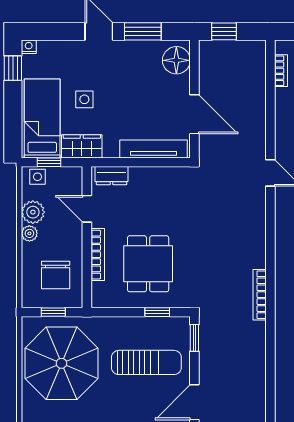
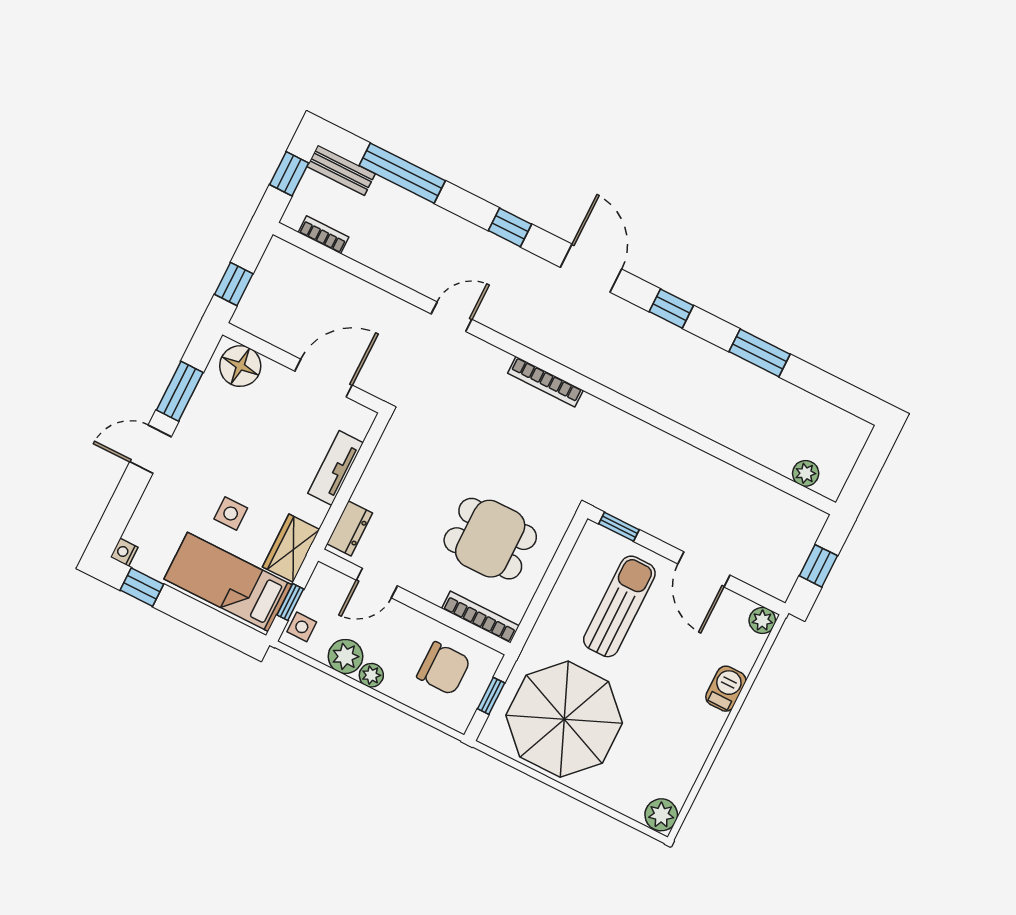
tv unit: (154, 149) -> (336, 468), width x0.71
bookcase: (98, 255) -> (480, 617), moved
bookcase: (260, 295) -> (545, 382), moved
window: (157, 312) -> (560, 559), removed

